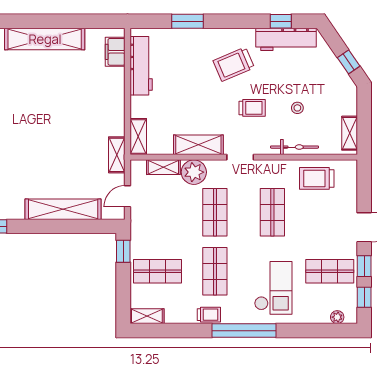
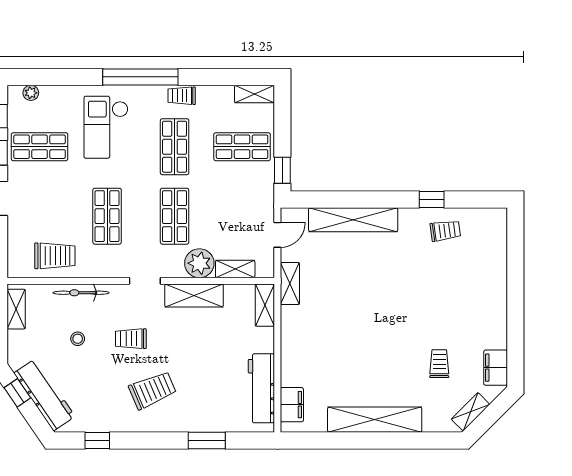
workbench: (286, 39) -> (44, 395), moved, turned 56

